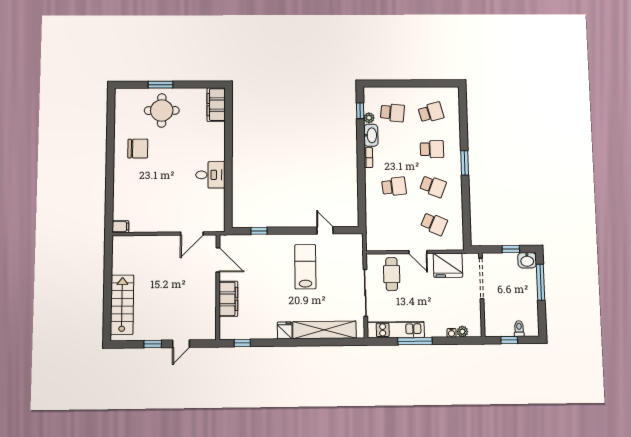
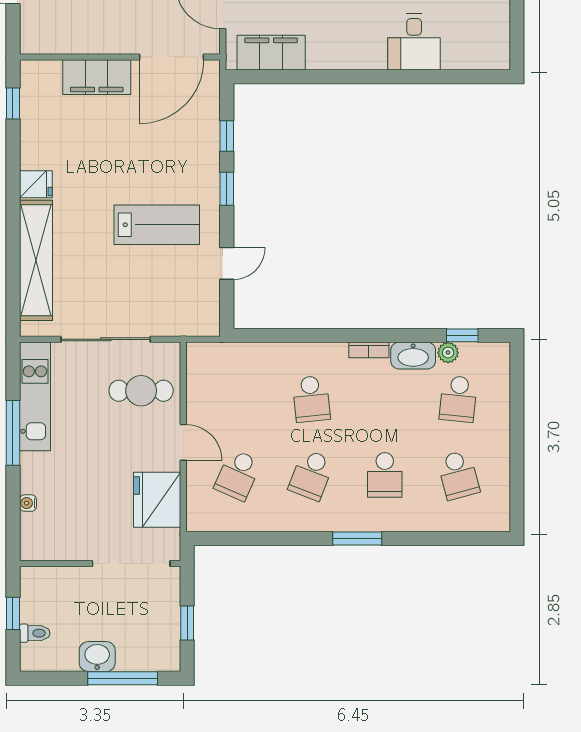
filing cabinet: (216, 105) -> (271, 53), moved
desk: (210, 175) -> (414, 42), moved
window: (286, 231) -> (227, 189), added
door: (418, 252) -> (183, 442), swing flipped
door: (218, 260) -> (172, 57), width x1.36
washbasin: (527, 260) -> (97, 657), moved, turned 90
plant: (462, 332) -> (30, 524), removed

